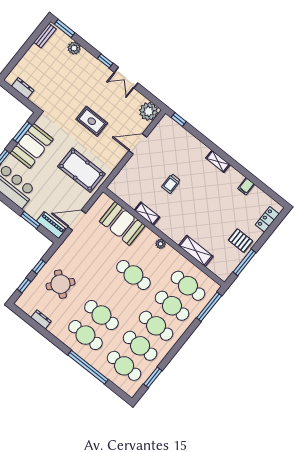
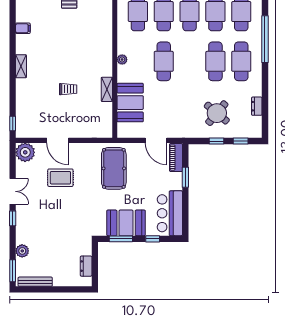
bench: (45, 36) -> (35, 282), width x1.36
rug: (92, 121) -> (60, 178), moved, turned 90
shelving: (196, 251) -> (105, 27), removed

